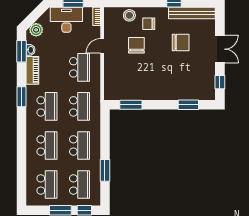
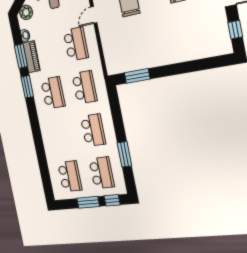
window: (21, 51) -> (21, 56), moved
window: (188, 105) -> (202, 64), removed
school desk: (47, 145) -> (61, 135), removed

